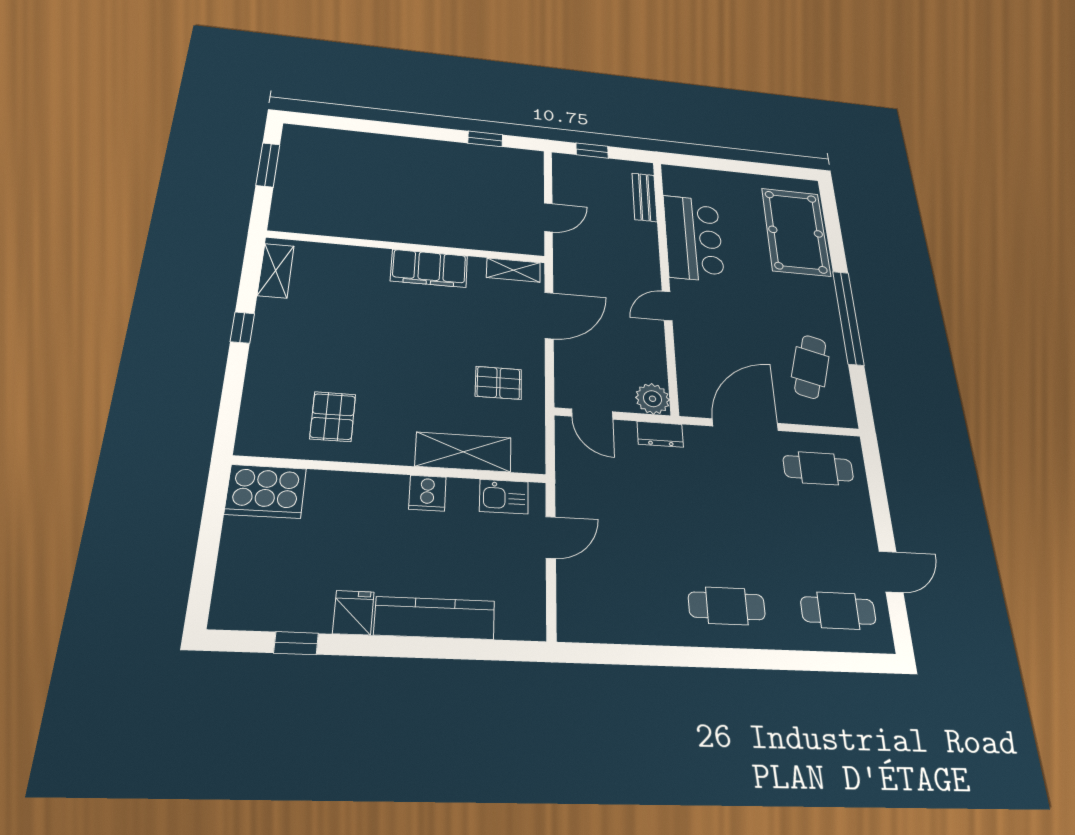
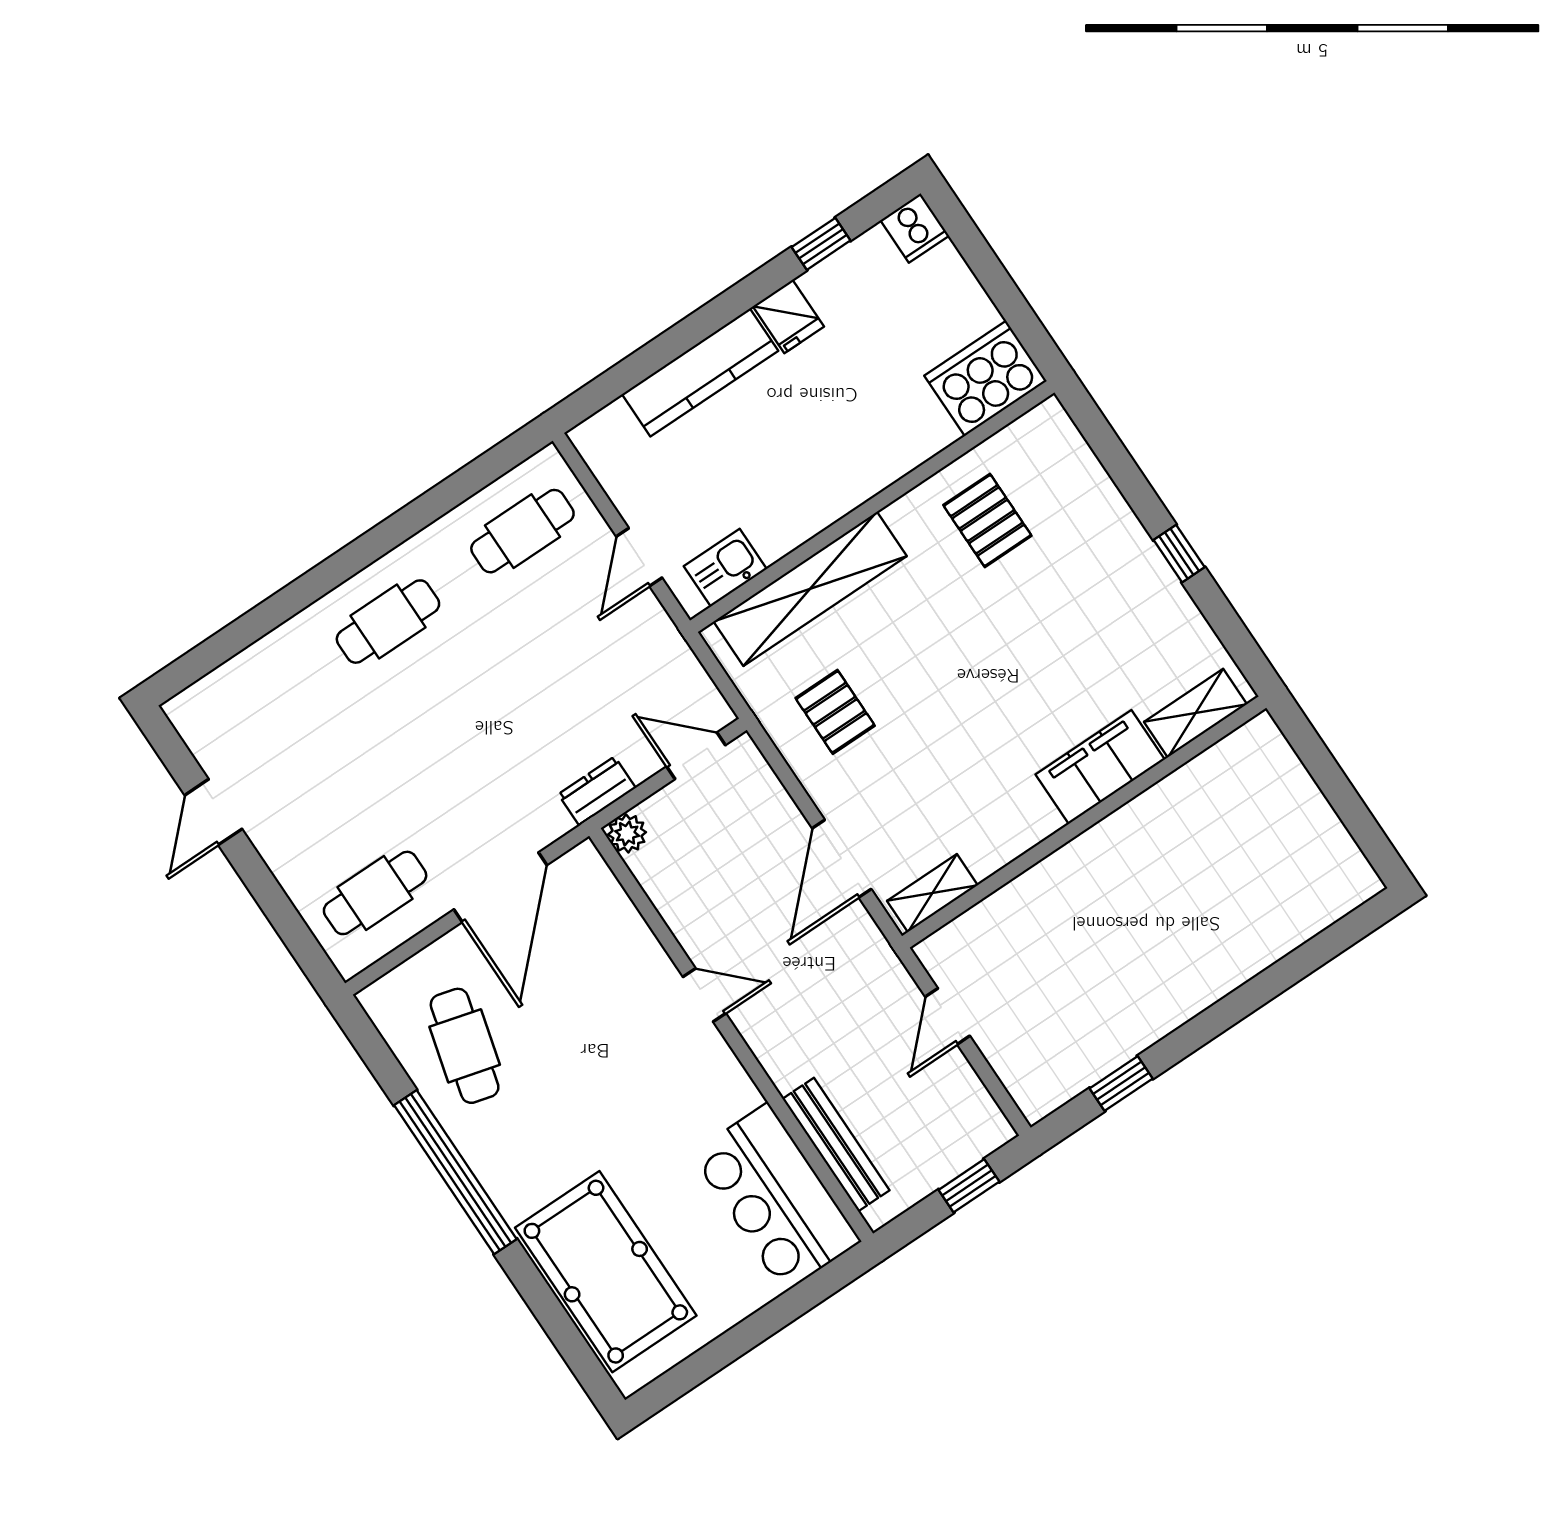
window: (268, 165) -> (1349, 807), removed
bench: (645, 197) -> (836, 1145), width x1.36
bar counter: (693, 238) -> (776, 1198), moved
filing cabinet: (429, 268) -> (1100, 767), moved
shelving: (276, 271) -> (1196, 713), moved, turned 90
door: (667, 306) -> (704, 995), hinge flipped
pallet: (498, 383) -> (835, 712), turned 90
plant: (653, 399) -> (627, 833), width x0.73, depth x0.73
shelving: (463, 452) -> (810, 589), width x1.47
cooker: (427, 493) -> (915, 228), moved, turned 180
cafe table: (838, 611) -> (522, 531), moved

